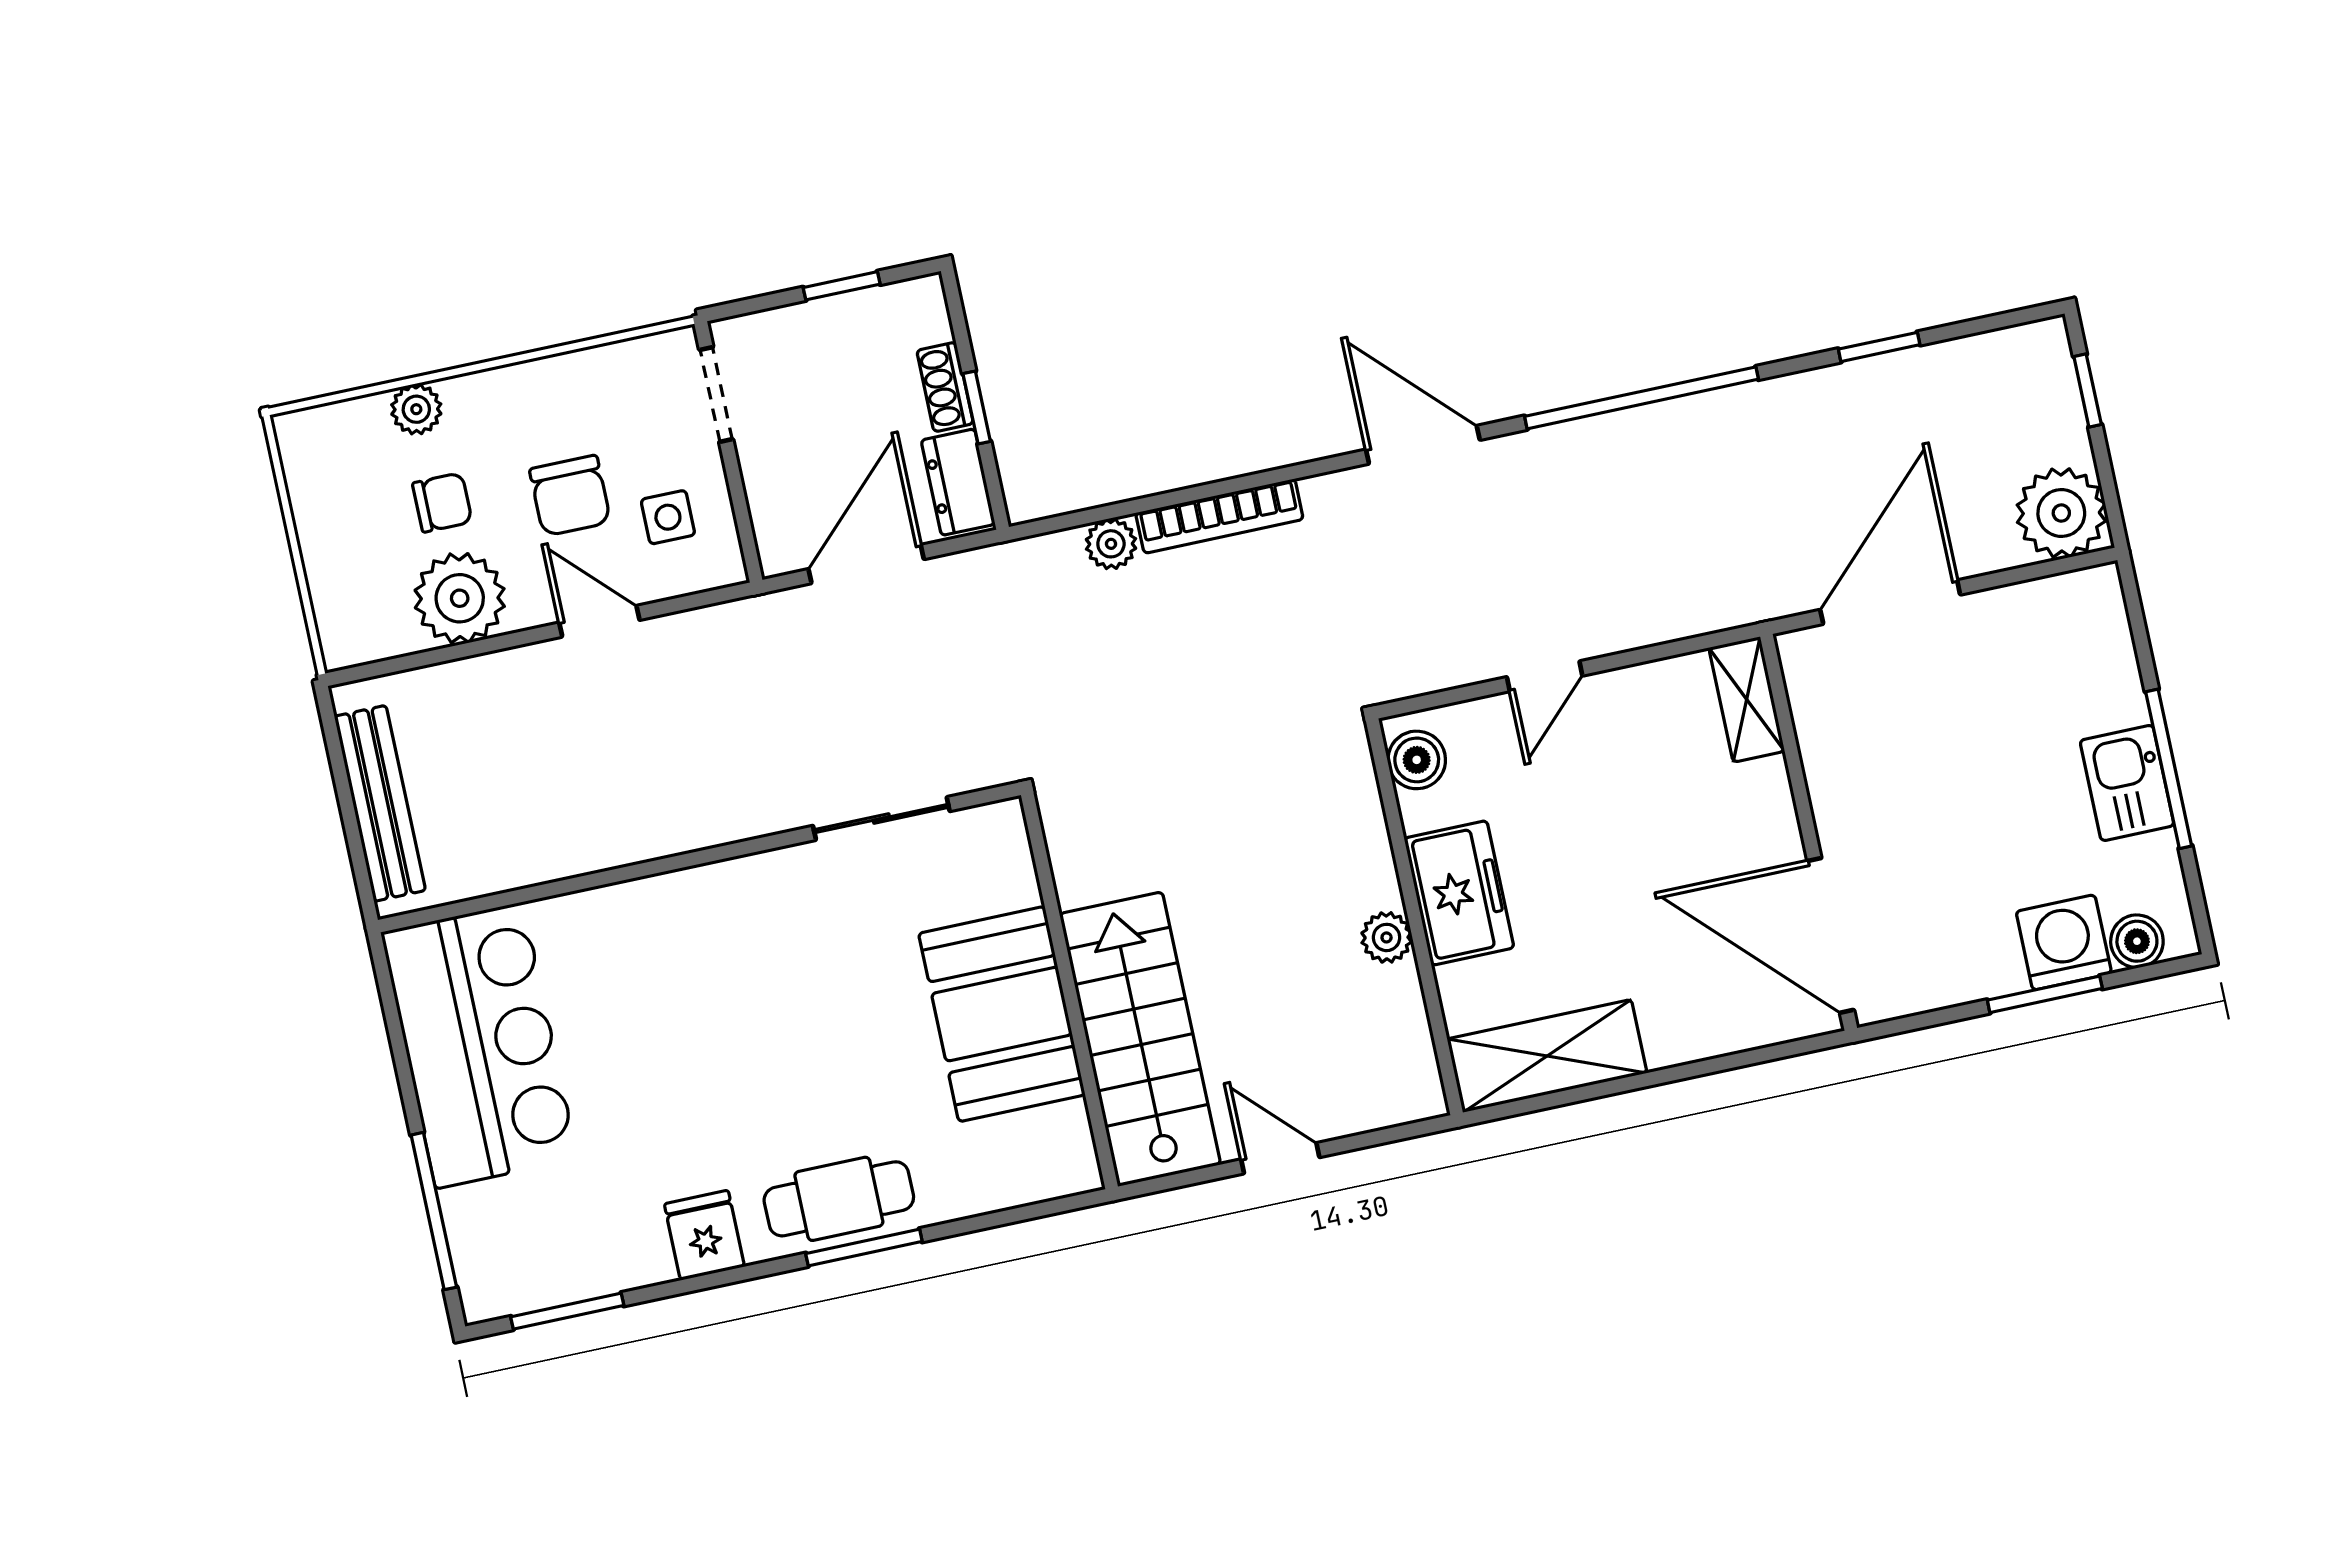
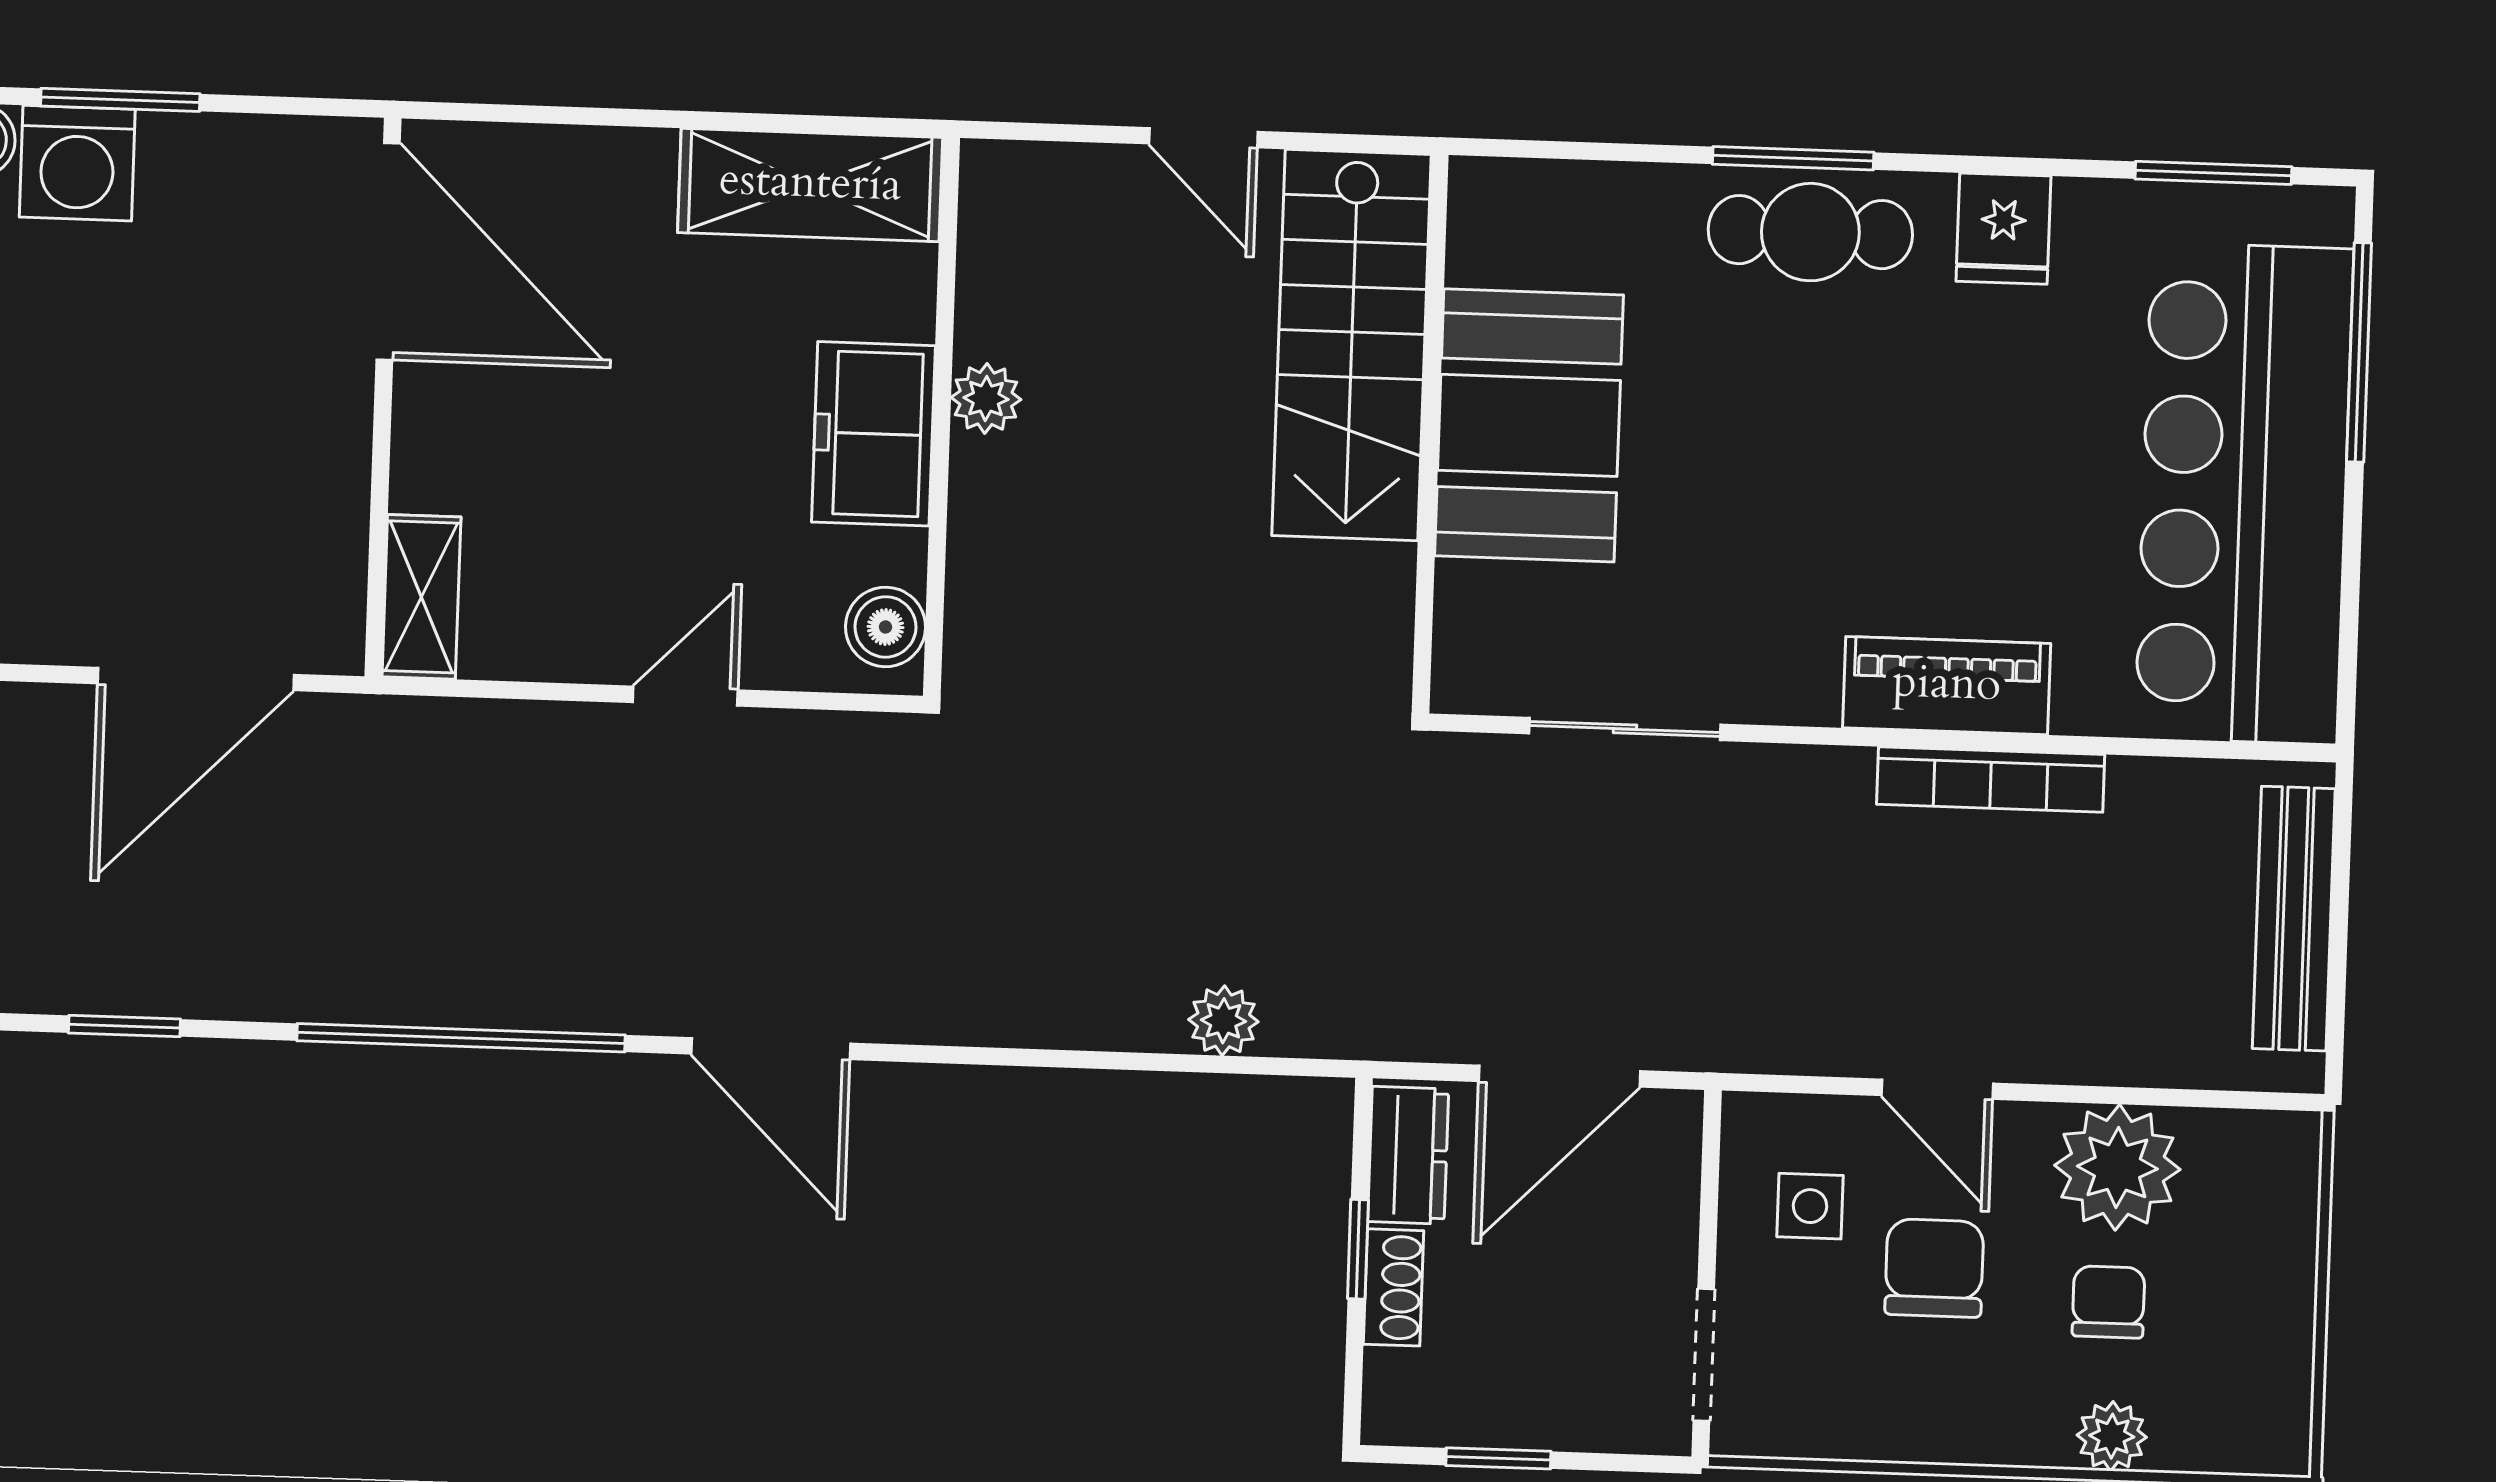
chair: (442, 503) -> (2108, 1302), turned 90
bookcase: (1219, 516) -> (1991, 779), moved, turned 180
piano: (664, 905) -> (1947, 686), added
bar counter: (479, 1045) -> (2244, 493), width x1.36

